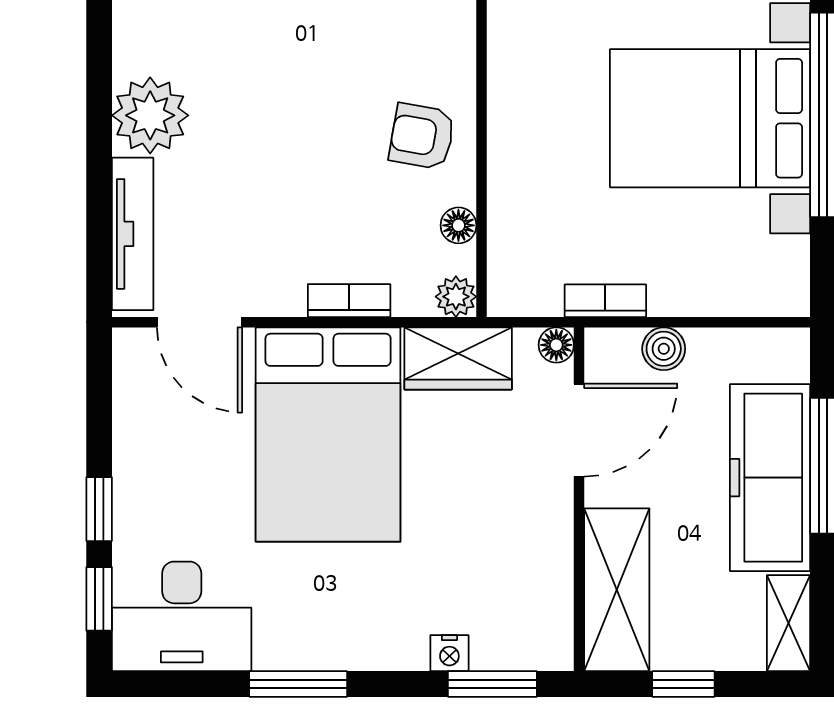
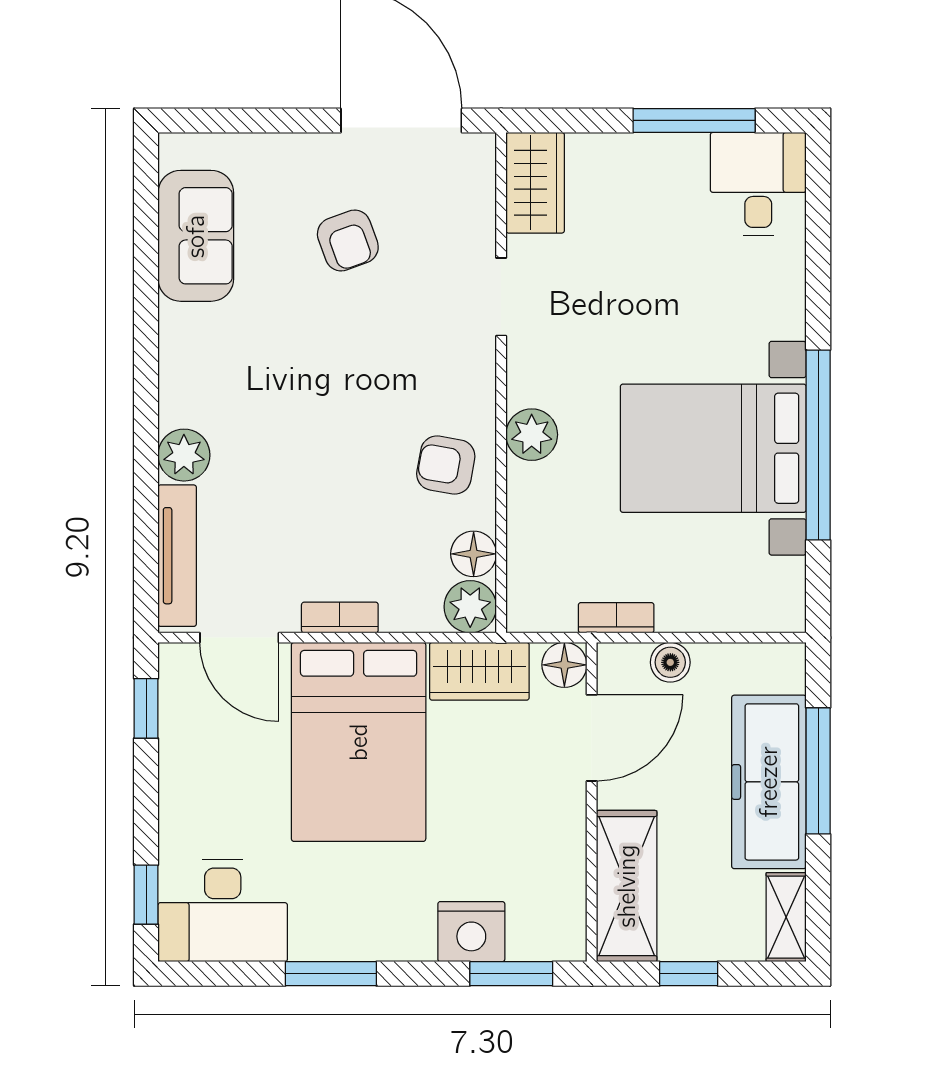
plant: (514, 104) -> (532, 435), added
plant: (150, 115) -> (184, 455), width x0.73, depth x0.73
floor lamp: (458, 225) -> (474, 554), width x1.37, depth x1.37
plant: (456, 297) -> (470, 607), width x1.38, depth x1.38
bookcase: (349, 301) -> (340, 617), moved
floor lamp: (556, 345) -> (564, 665), width x1.37, depth x1.37
window: (99, 509) -> (146, 708), moved
nightstand: (449, 653) -> (471, 932), width x1.89, depth x1.79

